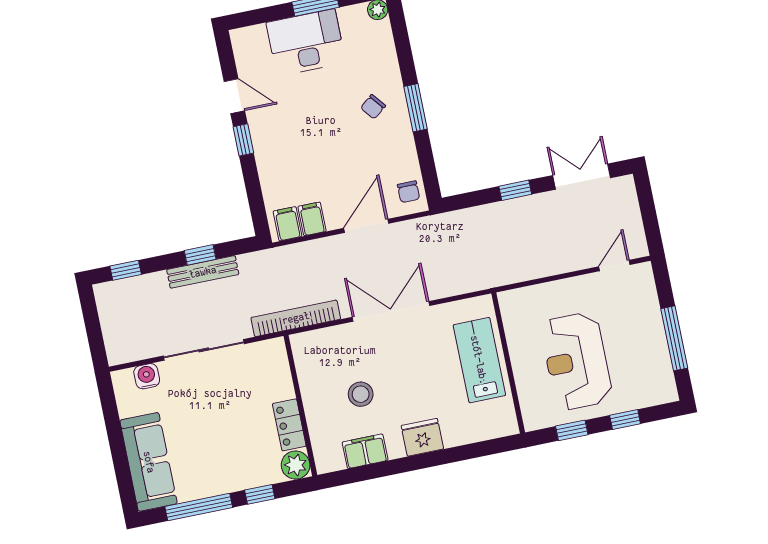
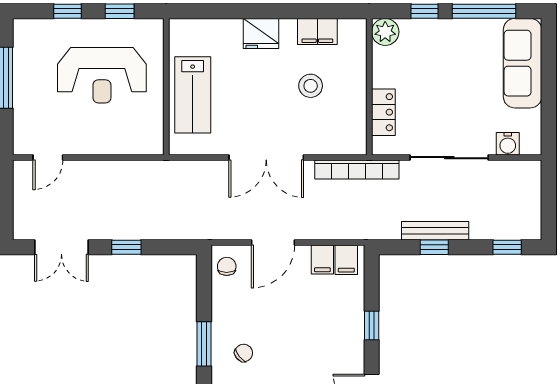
window: (243, 140) -> (372, 325), moved
reception desk: (576, 361) -> (102, 75), turned 90
locker: (289, 425) -> (383, 112), moved

